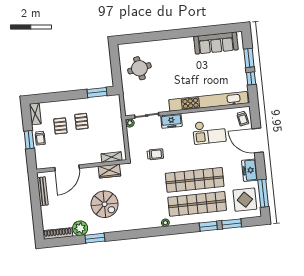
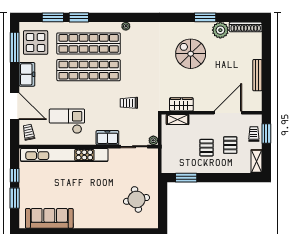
shelving: (111, 157) -> (178, 120), moved
wall: (82, 166) -> (212, 113), moved
door: (67, 168) -> (228, 113), moved
wardrobe: (109, 171) -> (181, 104), moved

